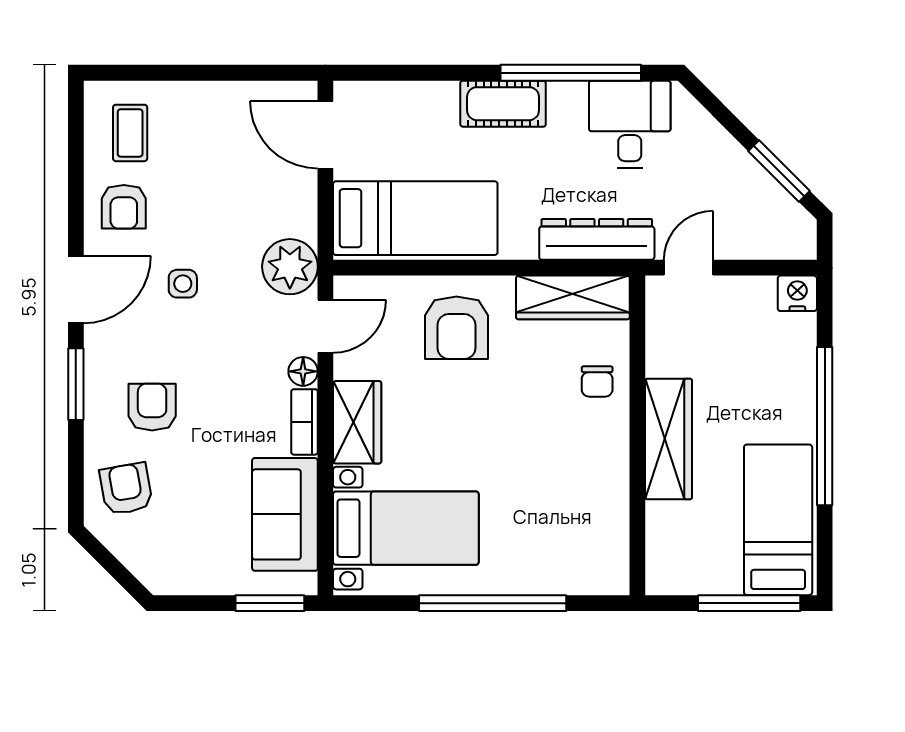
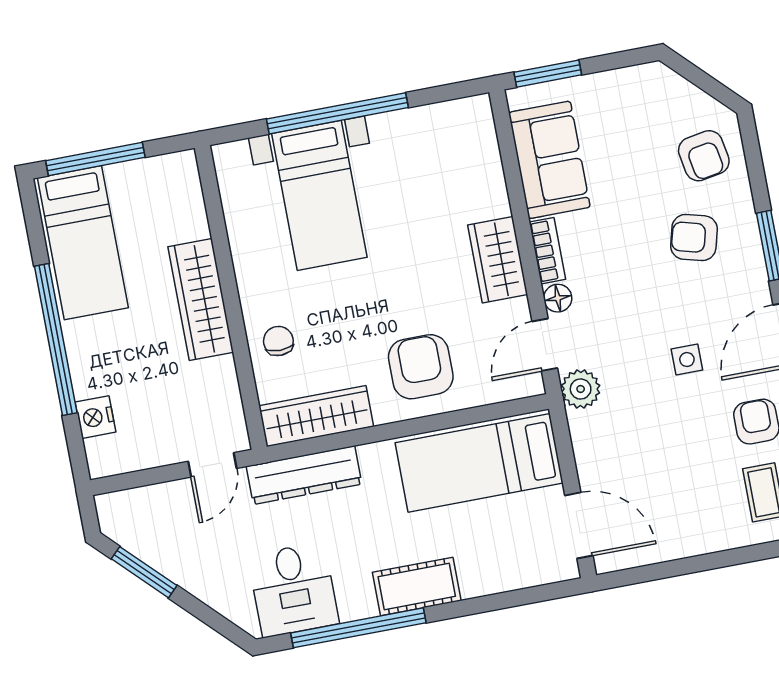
plant: (290, 267) -> (581, 389), width x0.73, depth x0.73
nightstand: (797, 293) -> (95, 417), moved, turned 90
armchair: (152, 407) -> (694, 238), turned 105
bed with nightstands: (406, 528) -> (319, 195), moved, turned -90

